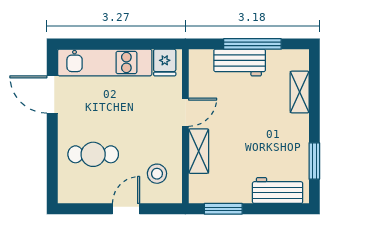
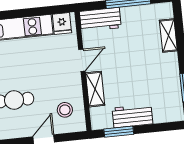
workbench: (240, 63) -> (100, 20), moved
workbench: (278, 191) -> (133, 116), moved

